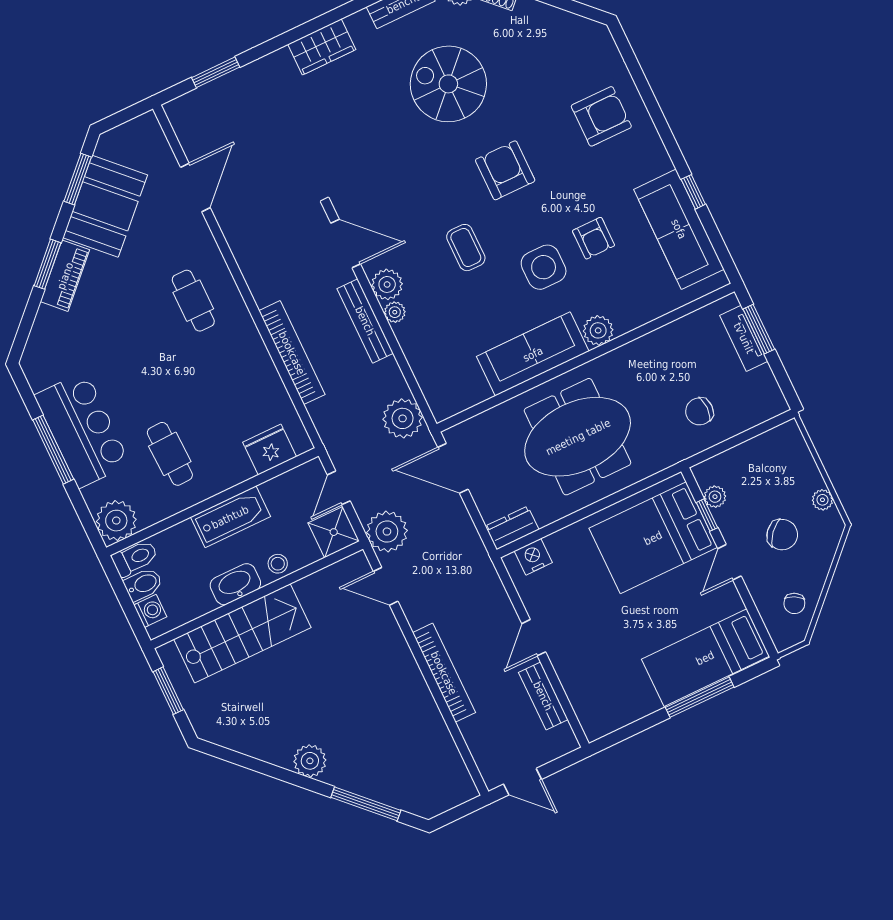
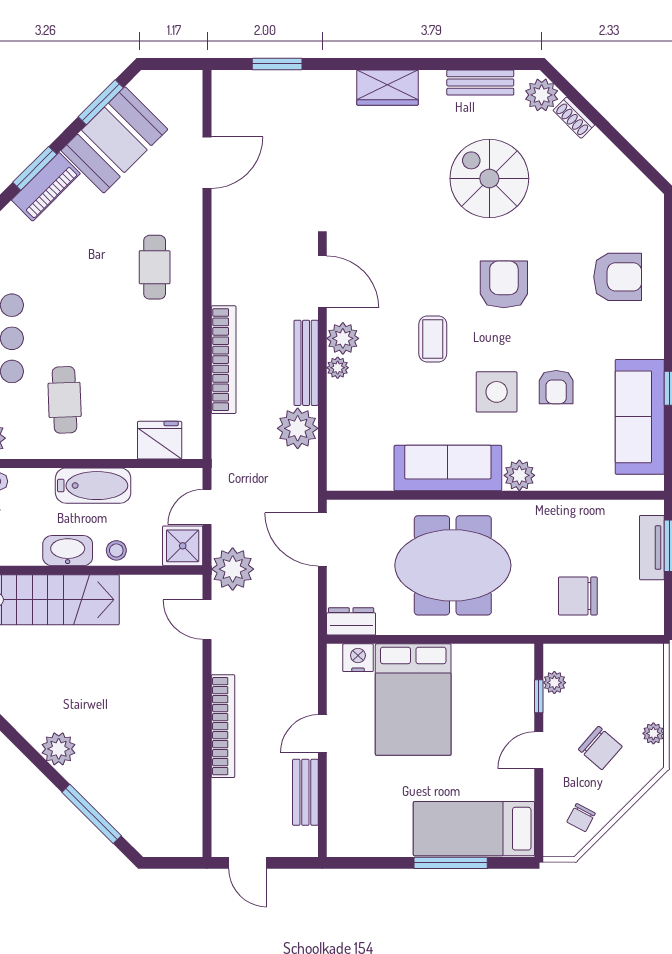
chair: (699, 411) -> (578, 596), width x1.37, depth x1.37
plant: (403, 418) -> (298, 428), moved
bed: (653, 538) -> (413, 700), moved, turned -90

